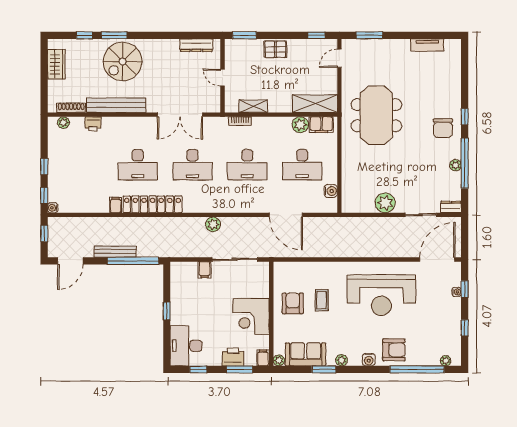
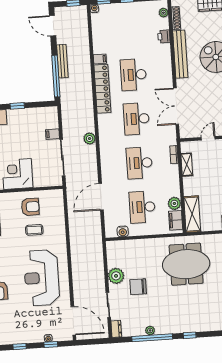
chair: (443, 128) -> (138, 287), moved

